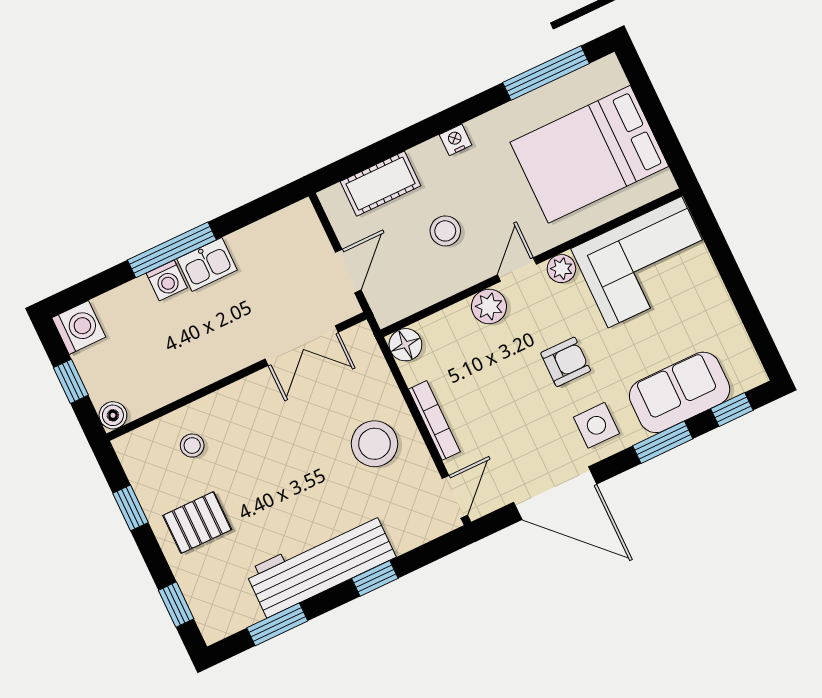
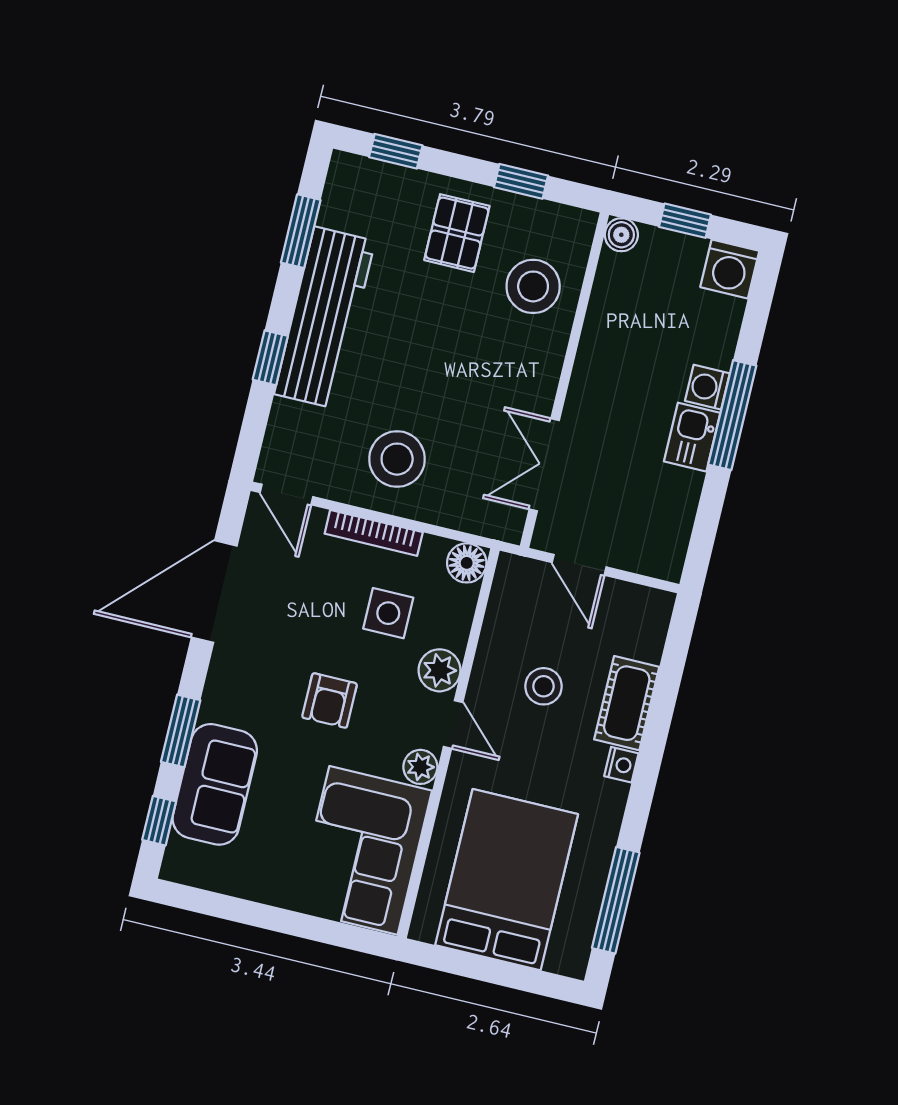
cot: (381, 184) -> (627, 703), moved
side table: (596, 425) -> (388, 613), moved
stool: (192, 446) -> (533, 286), width x1.89, depth x1.89

